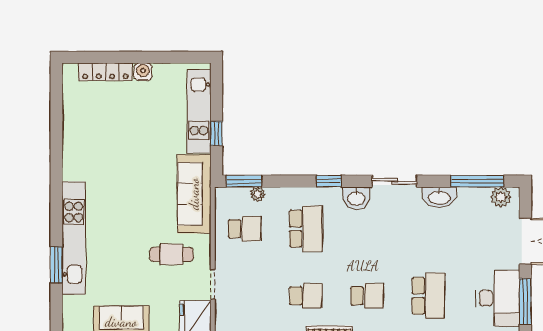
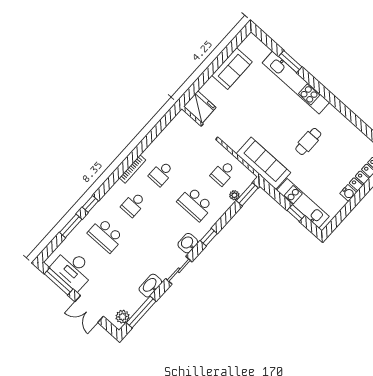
window: (216, 134) -> (296, 213), moved
cafe table: (171, 254) -> (308, 141), moved

